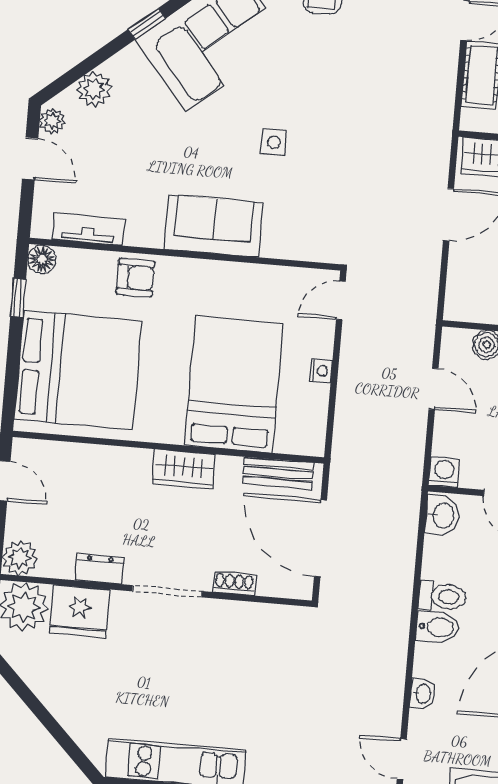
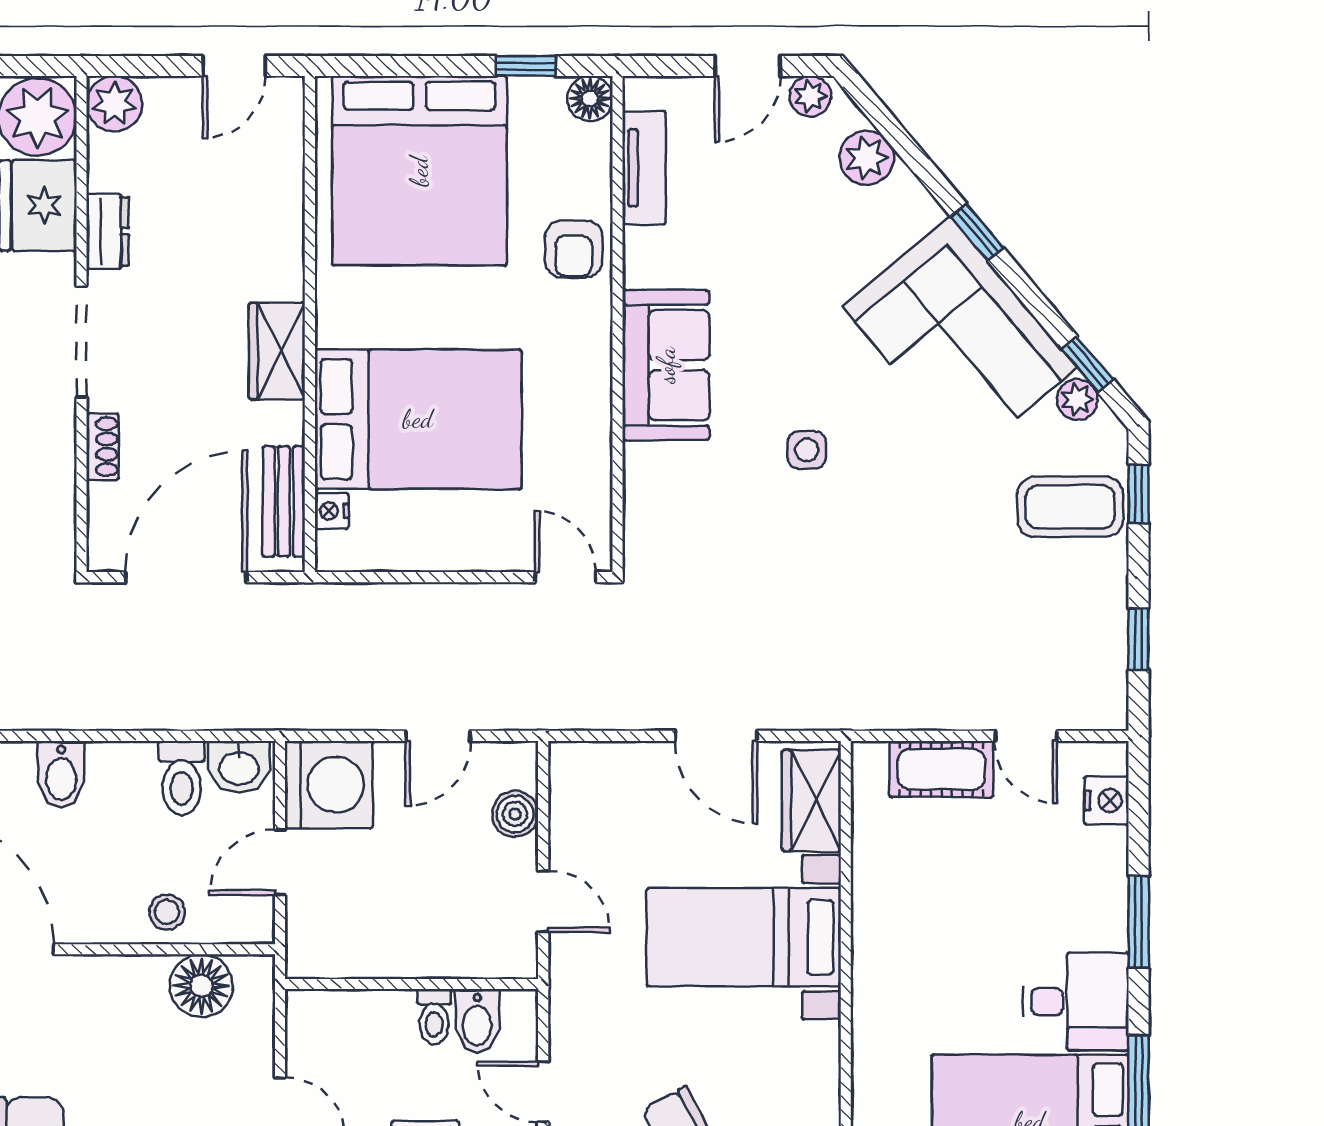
nightstand: (321, 371) -> (332, 511), moved, turned 90
washing machine: (444, 472) -> (329, 785), width x1.89, depth x1.89
toilet: (442, 596) -> (182, 778), moved

